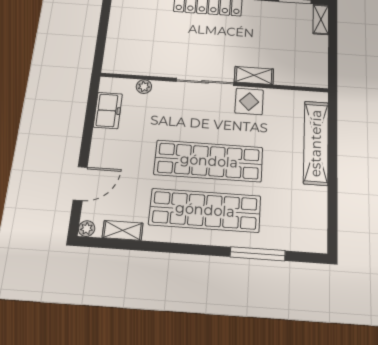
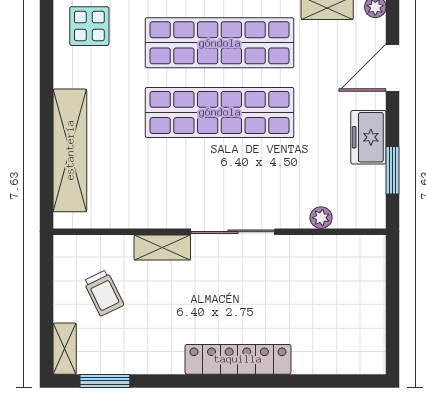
trolley: (295, 50) -> (104, 293), added
display table: (249, 101) -> (89, 26), moved
freezer: (108, 110) -> (368, 137), moved
window: (90, 114) -> (393, 170), added

